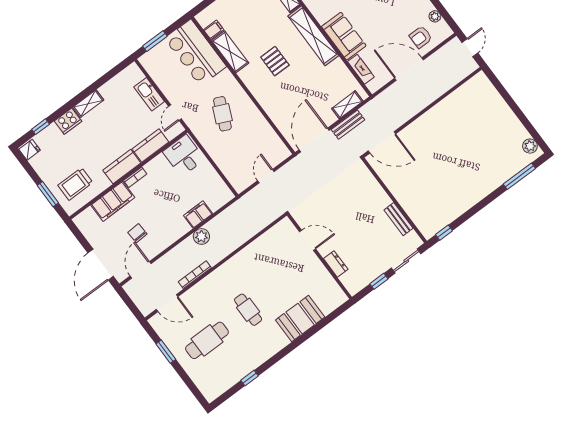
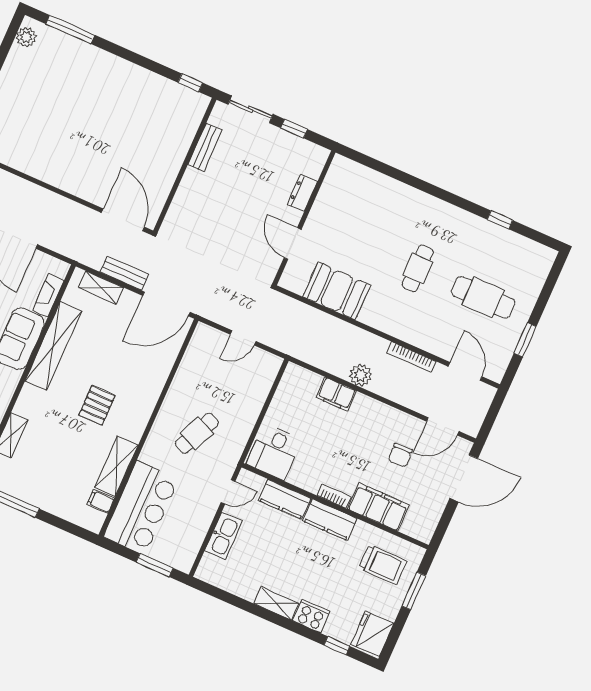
shelving: (313, 36) -> (53, 346), moved
fridge: (30, 150) -> (372, 634), width x1.88, depth x1.34
booth: (300, 319) -> (337, 291), moved

